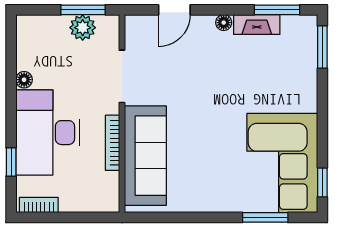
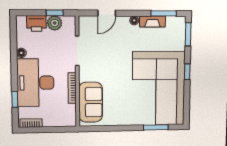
window: (83, 10) -> (55, 13), width x0.67
printer: (51, 28) -> (36, 23), added
sofa: (145, 156) -> (91, 102), width x0.73
corner sofa: (282, 163) -> (159, 88), width x1.36, depth x1.36
window: (322, 182) -> (187, 72), moved

